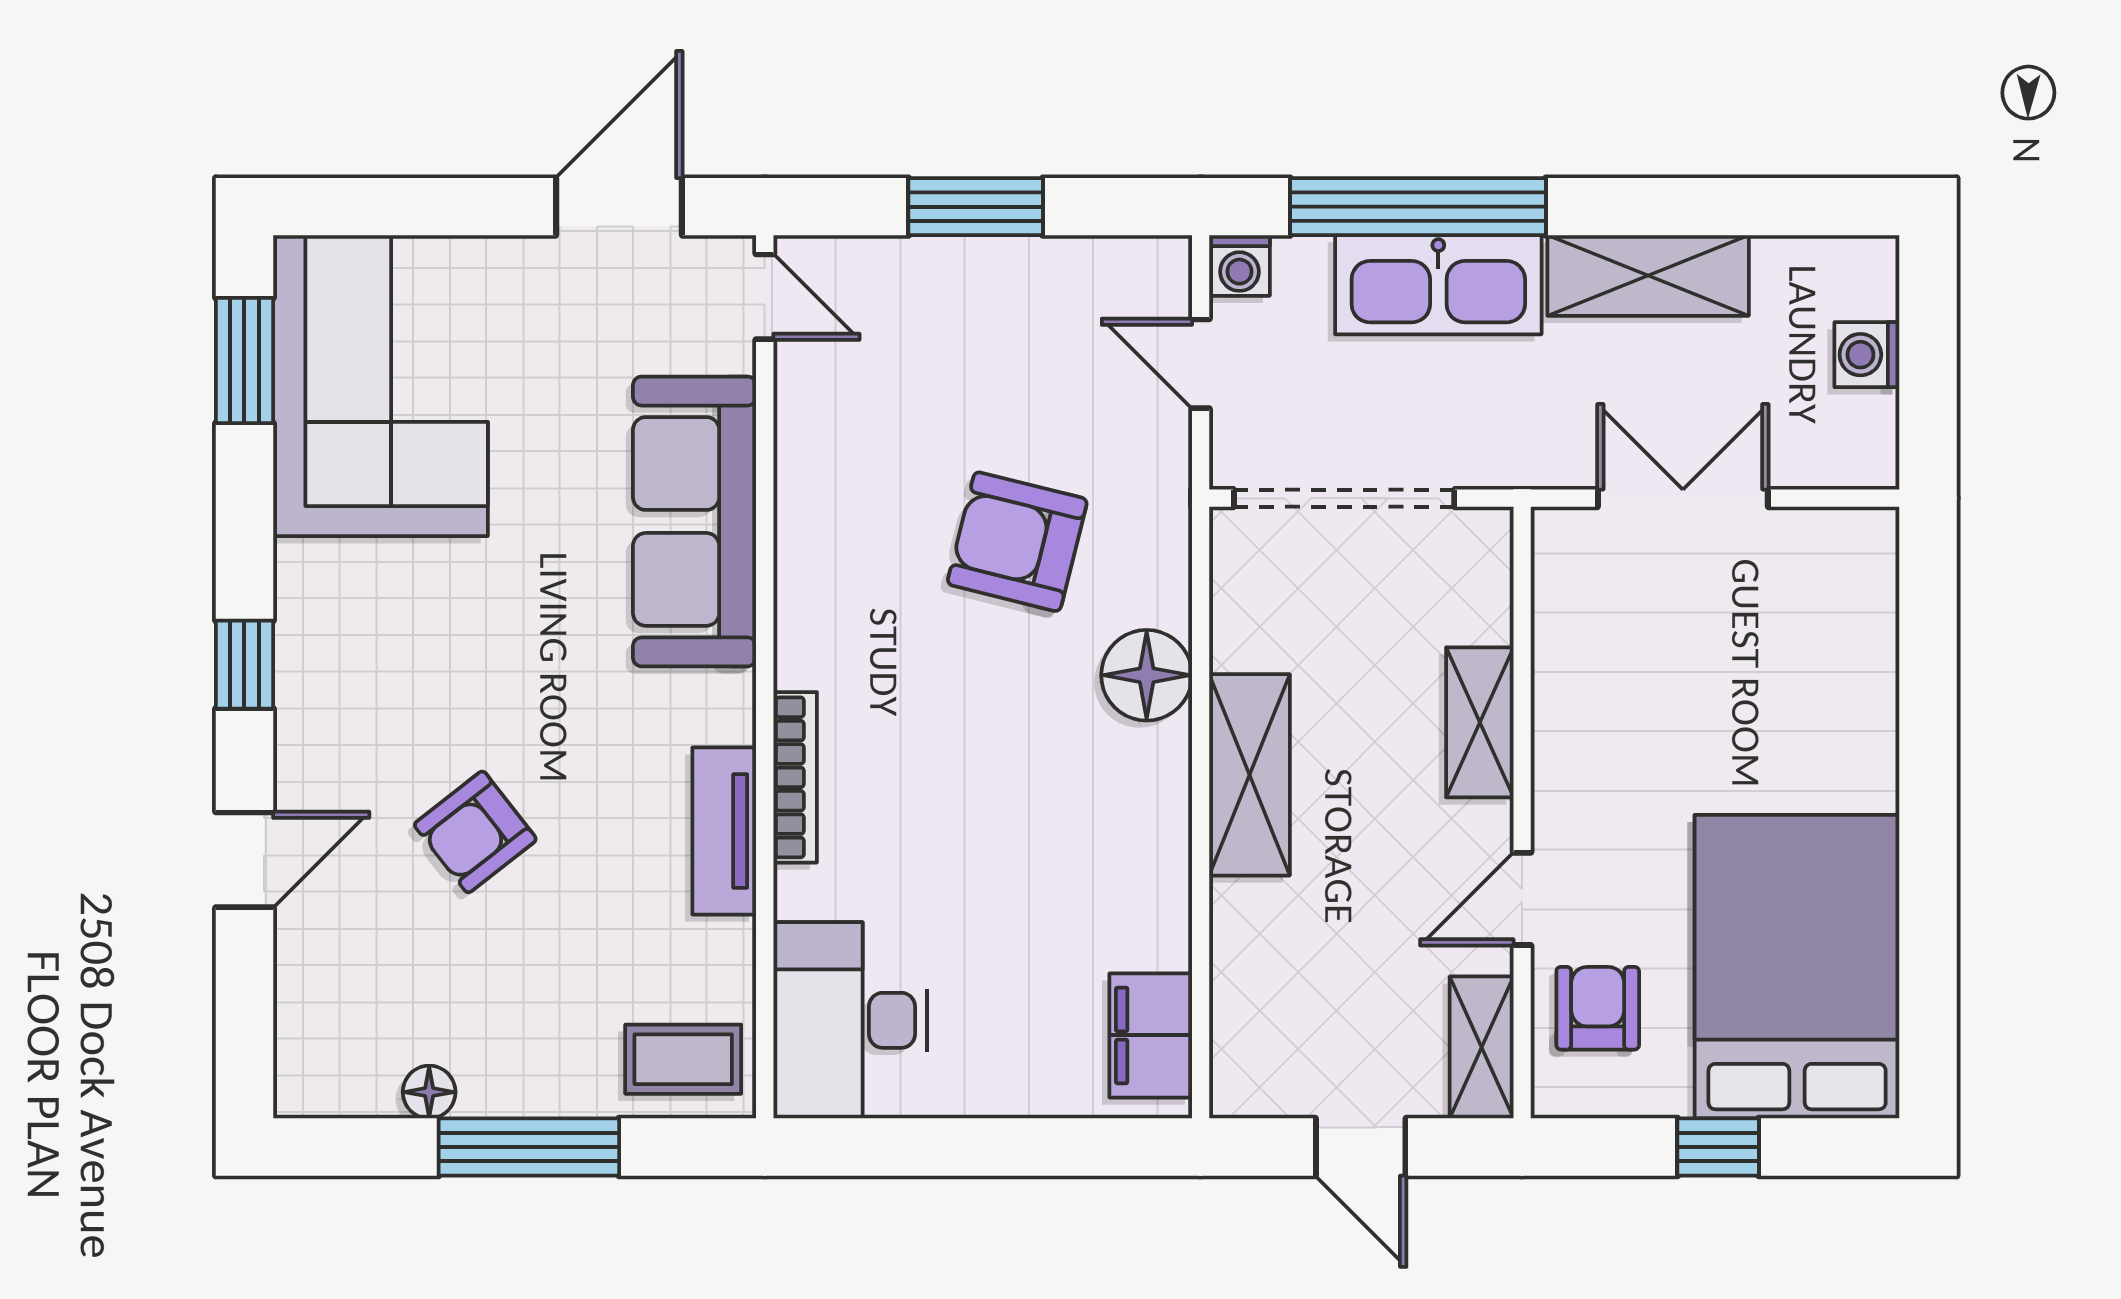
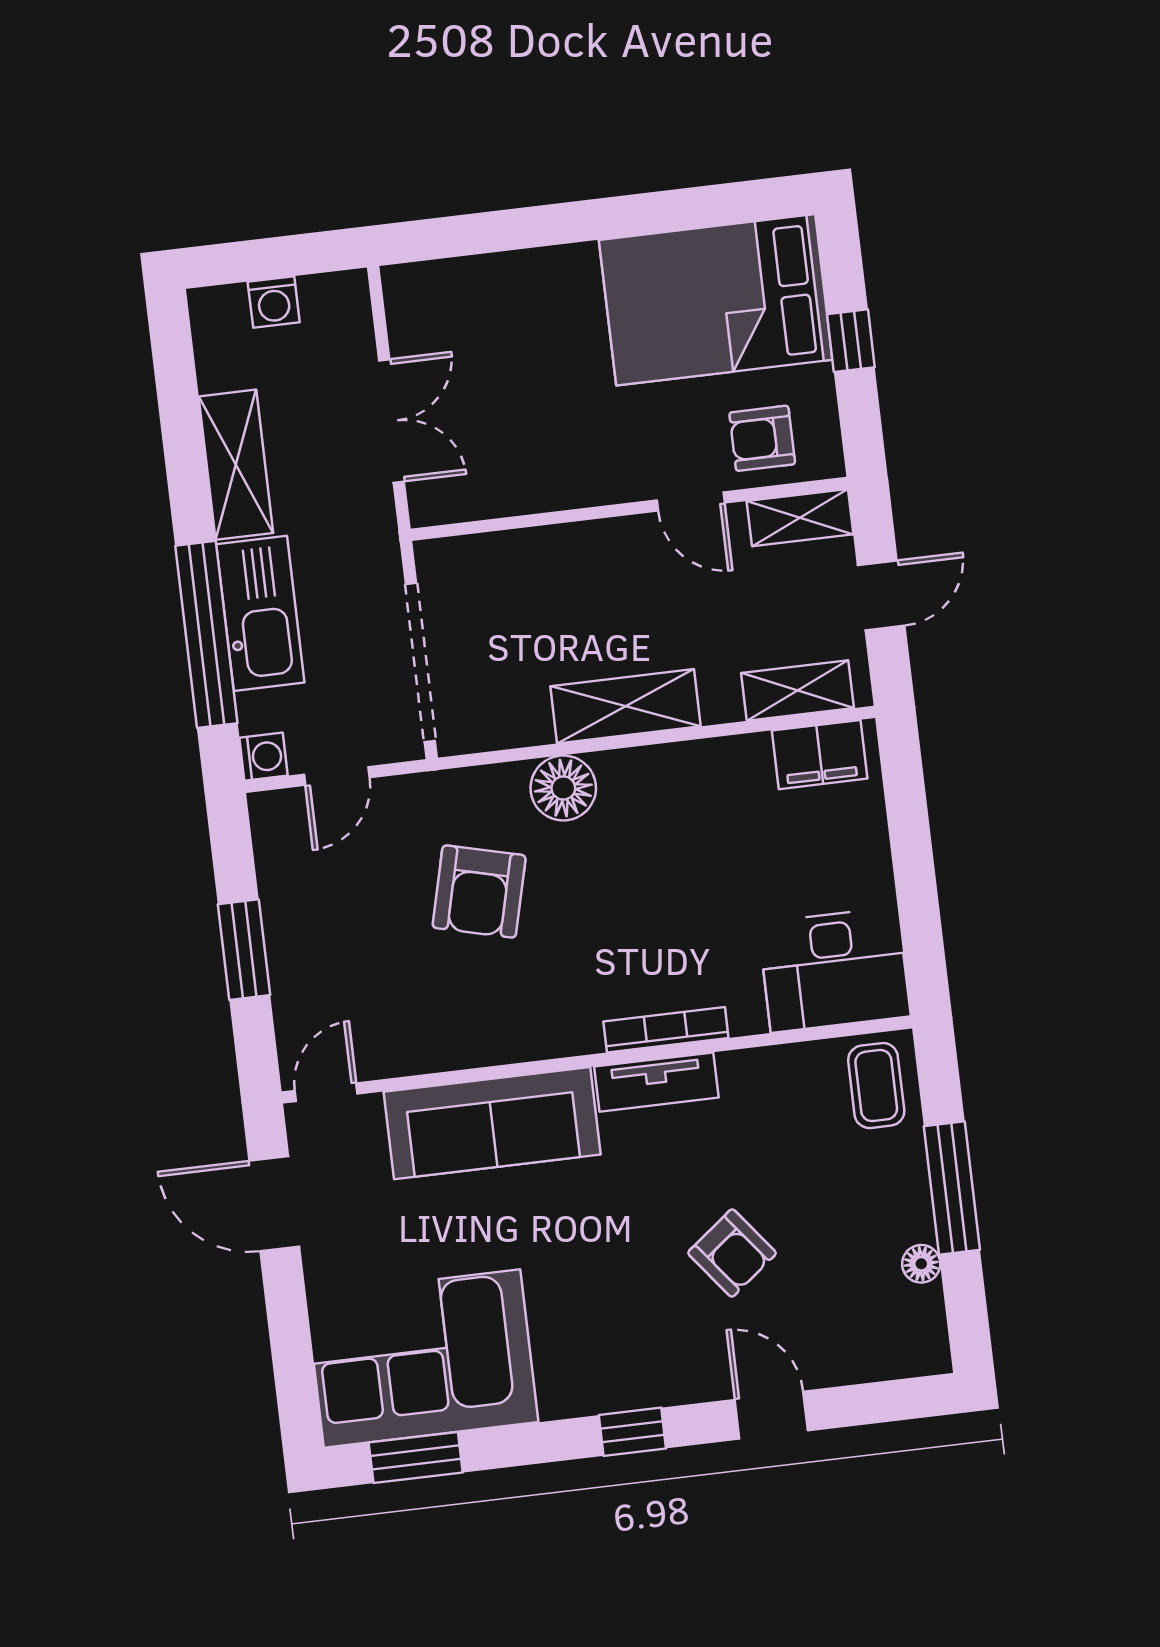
double door: (1683, 498) -> (392, 421), swing flipped
shelving: (1480, 722) -> (798, 690), moved
tv unit: (724, 831) -> (656, 1082), moved

